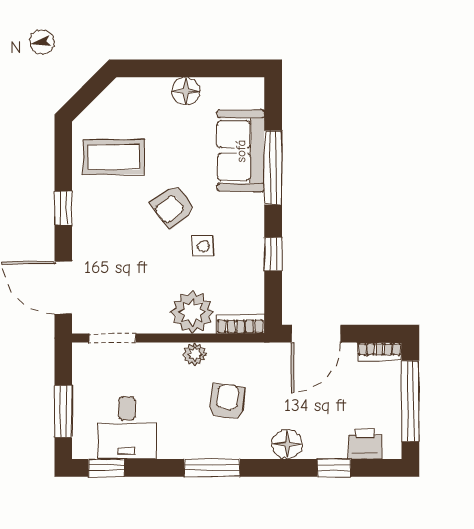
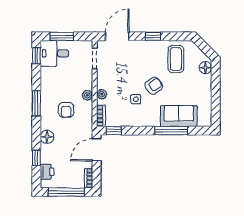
floor lamp: (186, 91) -> (205, 68), moved
armchair: (173, 206) -> (154, 86), turned 92
window: (273, 254) -> (114, 131), moved
plant: (192, 312) -> (102, 94), width x0.53, depth x0.53
door: (316, 334) -> (97, 150), hinge flipped
armchair: (227, 402) -> (66, 110), turned 83
desk: (127, 428) -> (54, 53), moved

